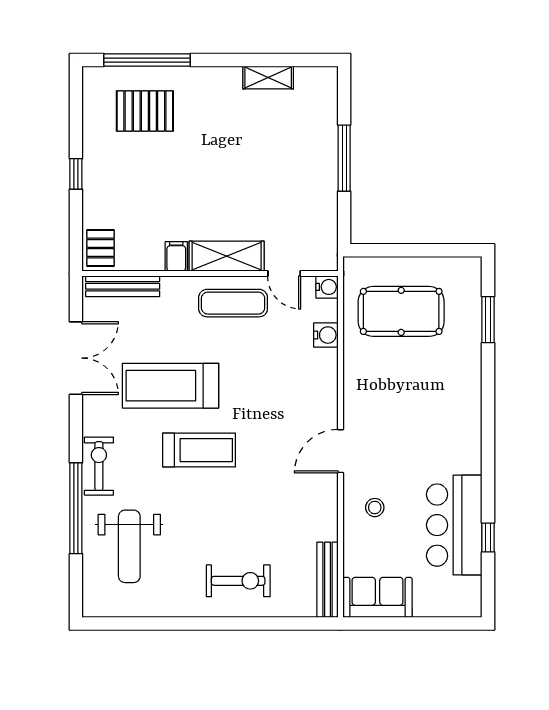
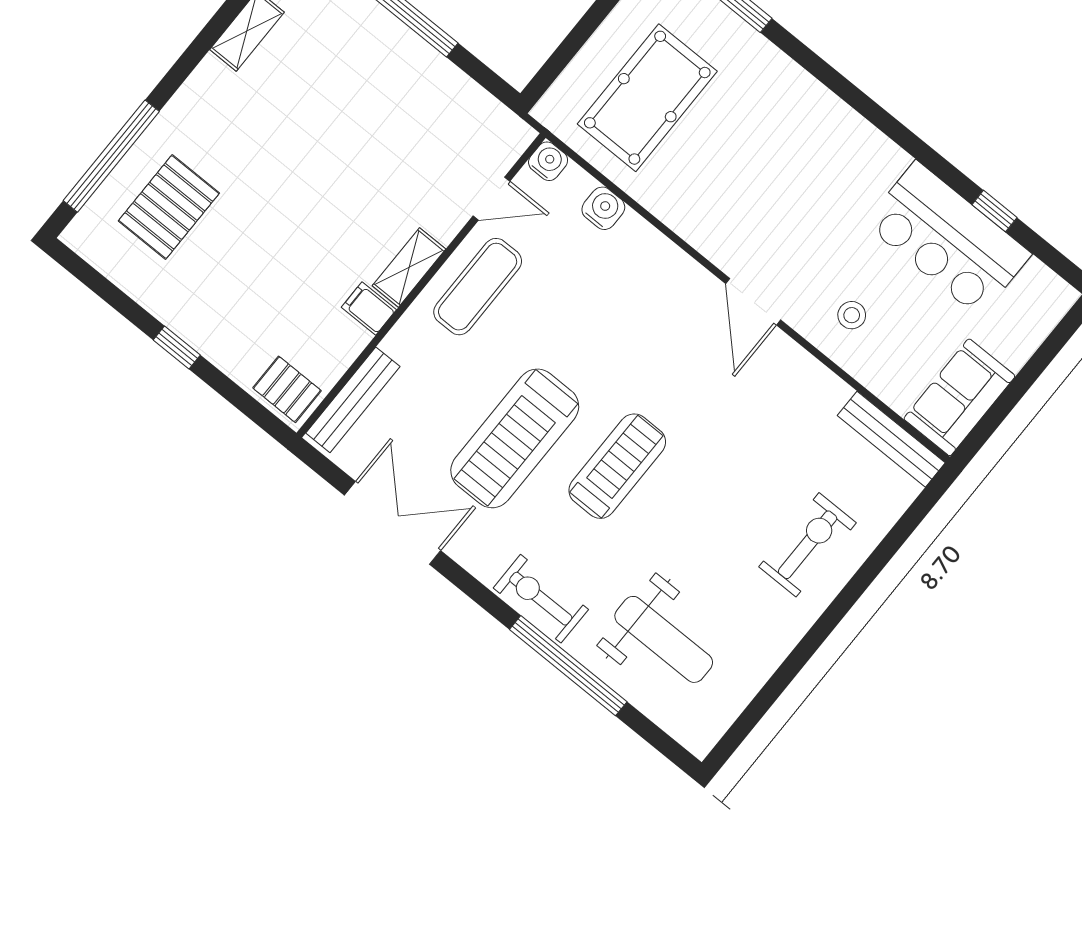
shelving: (227, 256) -> (409, 267), width x0.67, depth x0.75

